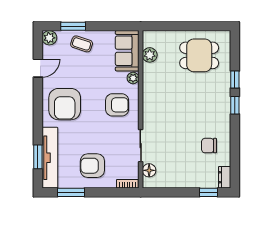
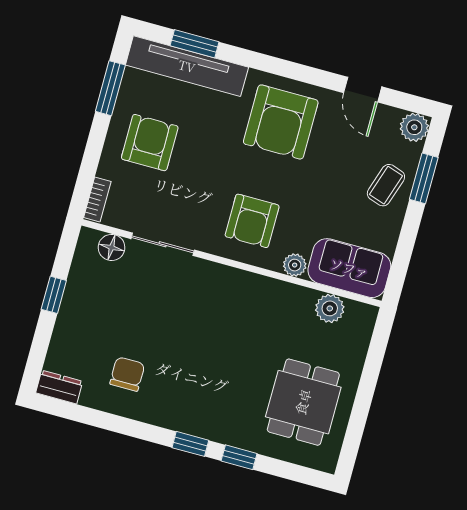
armchair: (65, 104) -> (281, 122), turned -90
window: (208, 192) -> (54, 295), moved

